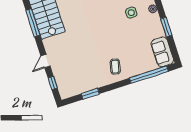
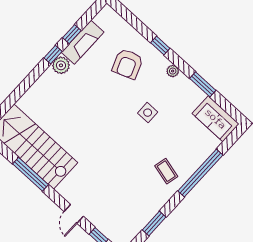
side table: (131, 13) -> (148, 113), moved
window: (149, 75) -> (200, 173), moved

